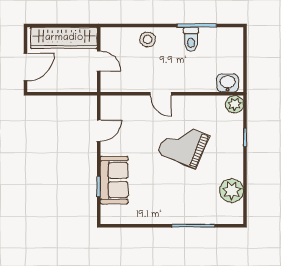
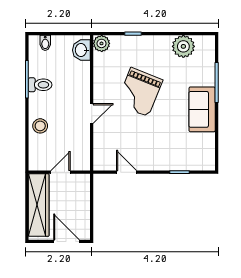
bidet: (235, 45) -> (45, 43), added
sofa: (114, 180) -> (202, 109), moved, turned -90

